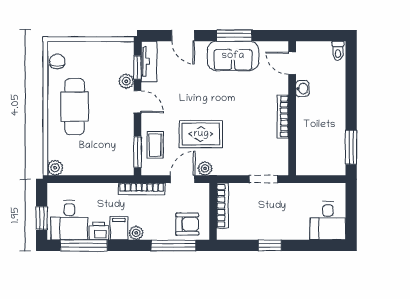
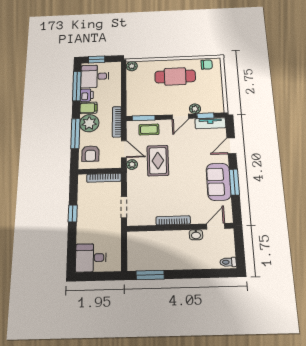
plant: (136, 233) -> (89, 123), width x1.88, depth x1.88
window: (173, 245) -> (75, 134), moved

